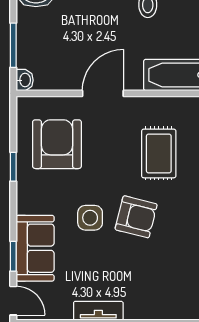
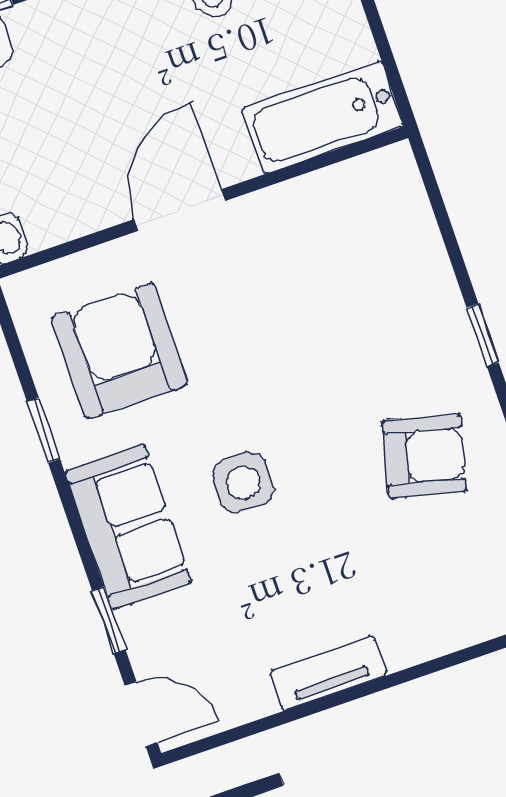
rug: (159, 153) -> (342, 296), removed
armchair: (136, 217) -> (424, 456), moved
sofa: (35, 248) -> (128, 527), moved

